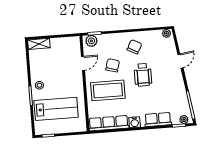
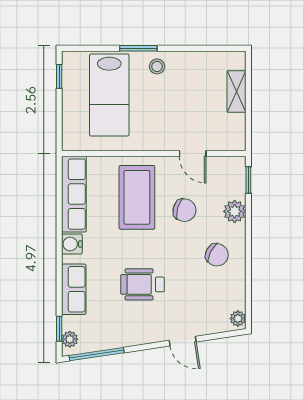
plant: (91, 41) -> (235, 211), moved
shelving: (39, 44) -> (237, 92), moved
wheelchair: (143, 75) -> (143, 284), moved

